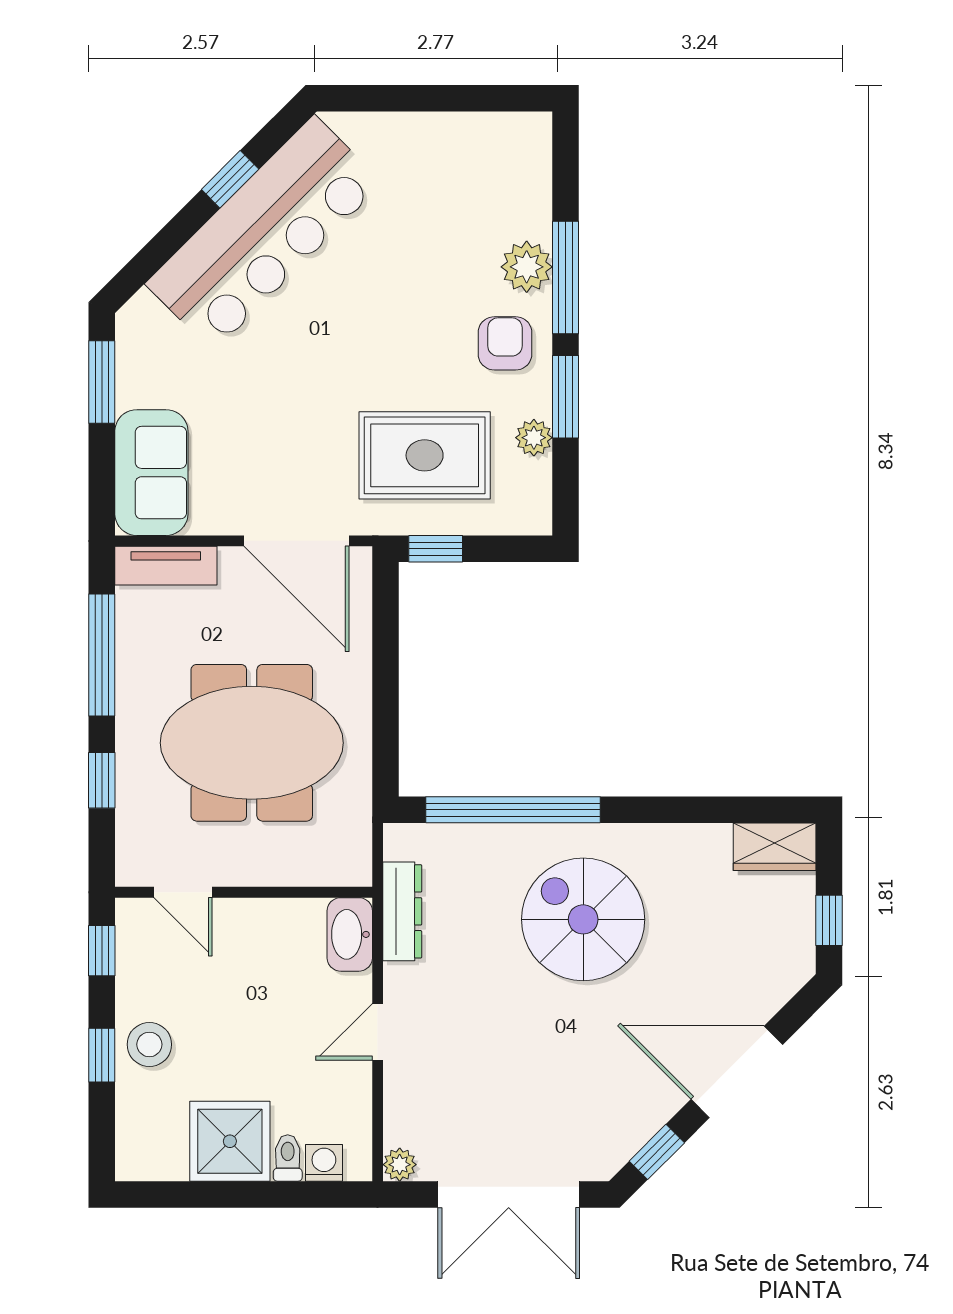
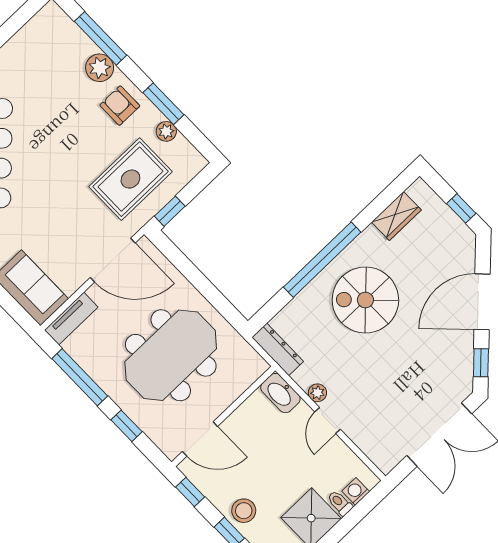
window: (566, 278) -> (100, 38), moved
window: (513, 810) -> (322, 260), moved
wardrobe: (775, 847) -> (396, 216), moved
door: (183, 892) -> (200, 439), width x1.38
dresser: (402, 911) -> (278, 349), moved
plant: (400, 1165) -> (317, 393), moved

